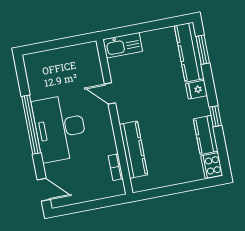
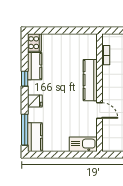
window: (203, 50) -> (25, 130), width x1.44
kitchen counter: (189, 52) -> (35, 137), width x0.67
kitchen counter: (133, 150) -> (90, 80), moved

